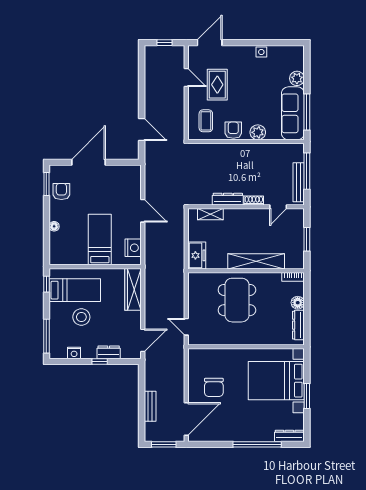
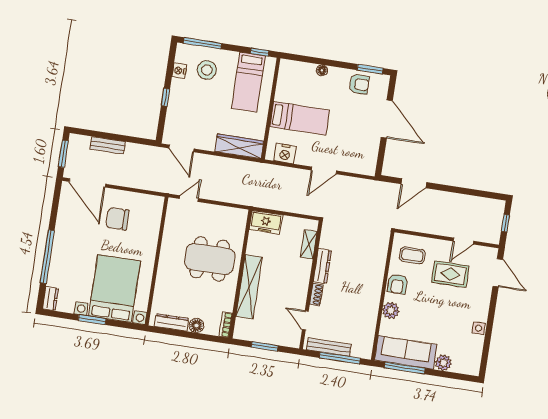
armchair: (233, 130) -> (397, 284), turned 90
stool: (81, 317) -> (207, 70), moved
dresser: (109, 352) -> (174, 109), removed
dresser: (289, 436) -> (50, 299), width x0.70

